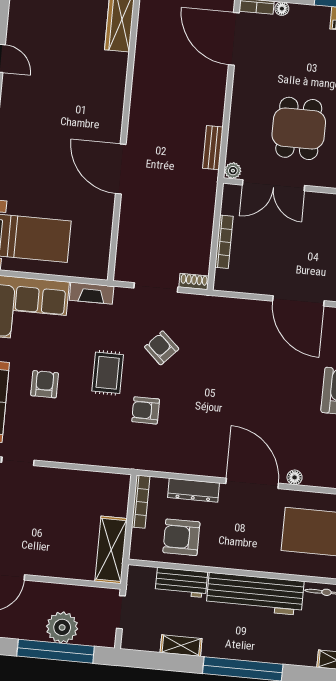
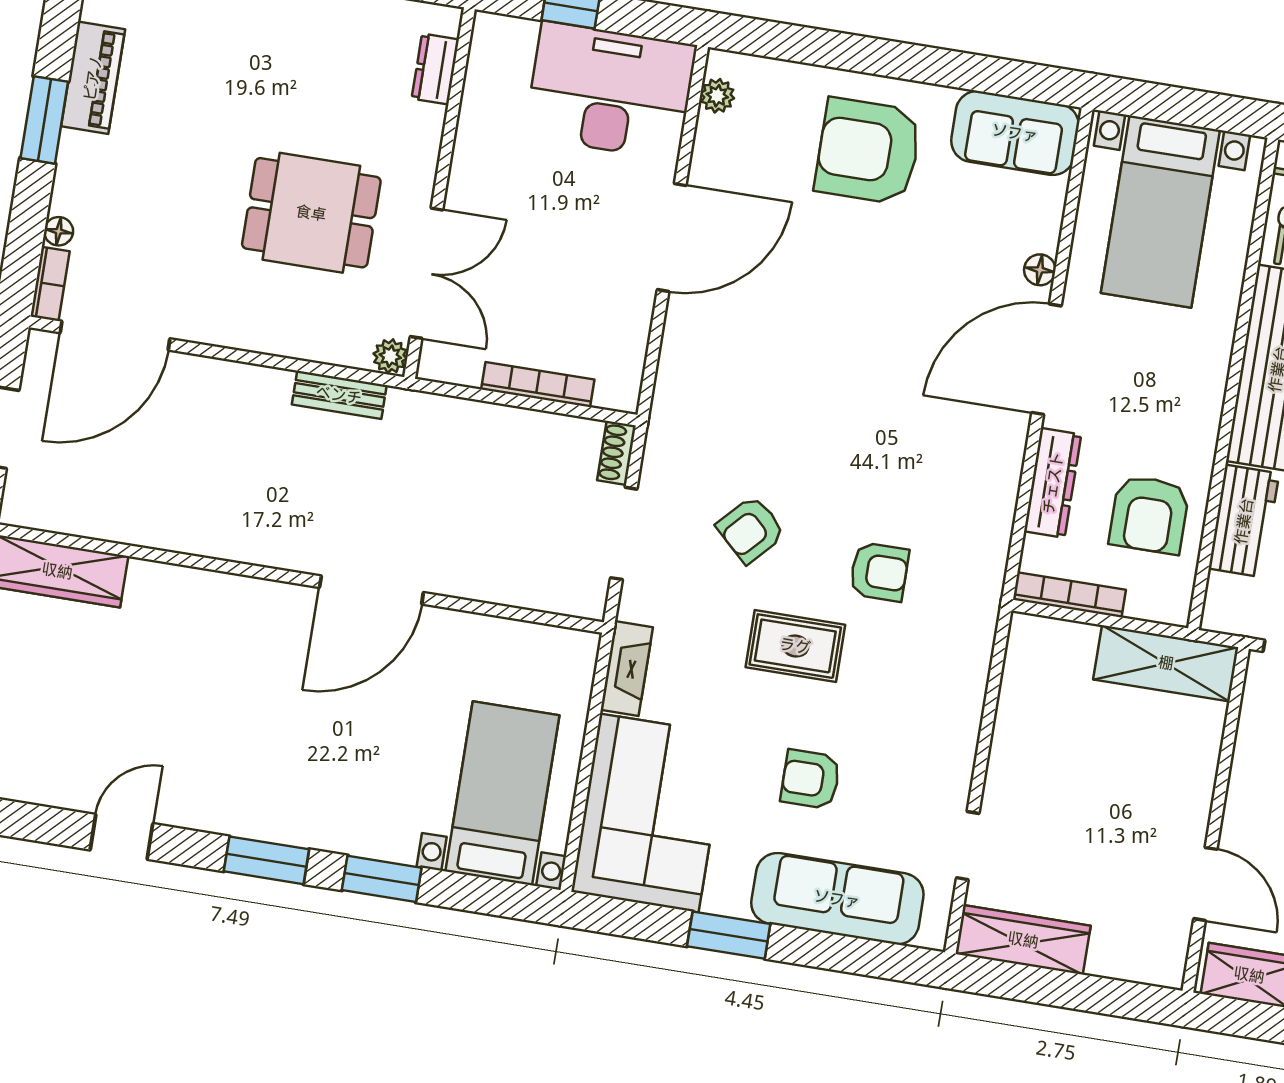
armchair: (146, 410) -> (879, 572), turned -90

